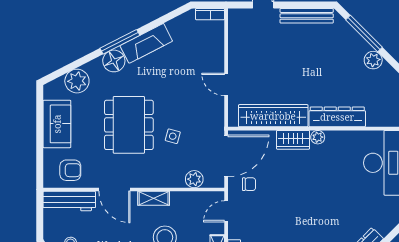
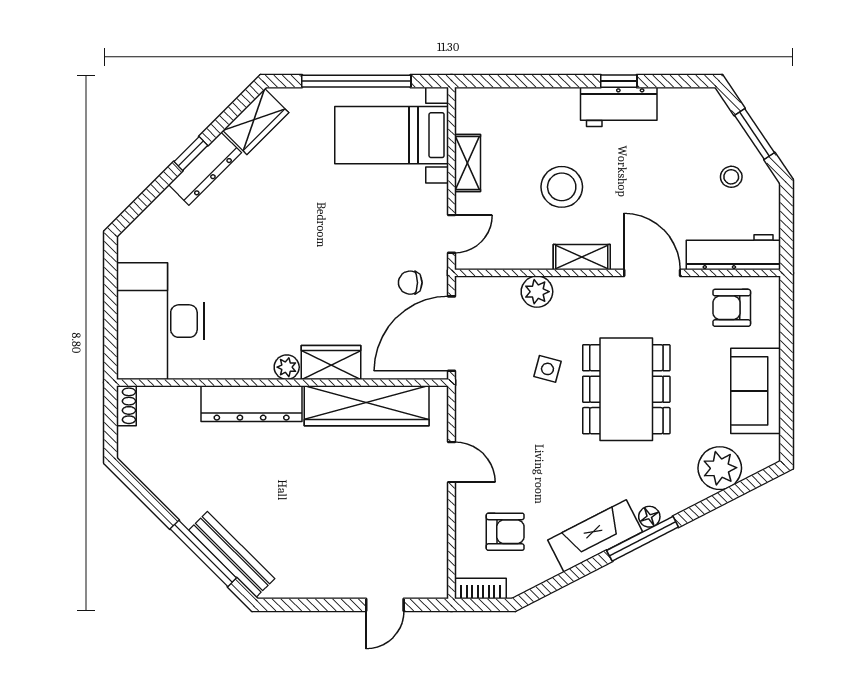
bench: (307, 16) -> (232, 554), moved, turned 45
armchair: (196, 46) -> (505, 532), added
plant: (373, 60) -> (187, 506), removed
floor lamp: (114, 61) -> (649, 517), width x0.53, depth x0.53
plant: (194, 179) -> (537, 292), moved

